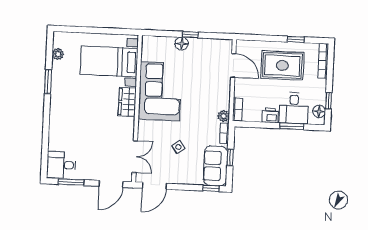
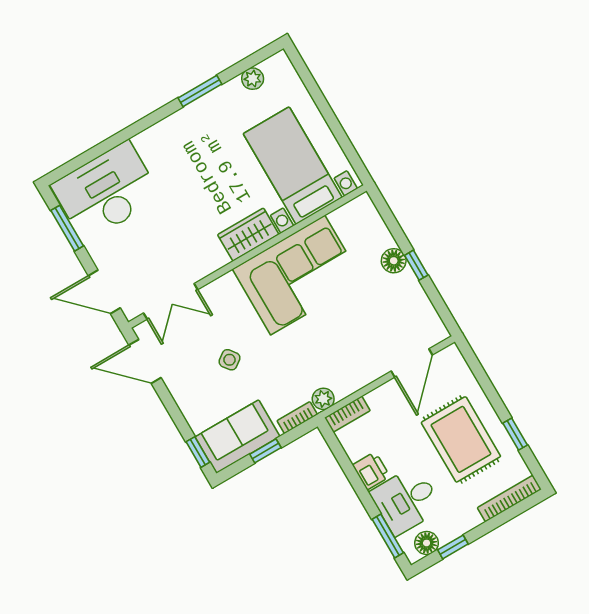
window: (292, 126) -> (388, 536), moved
desk: (61, 165) -> (106, 191), width x1.87, depth x1.30

